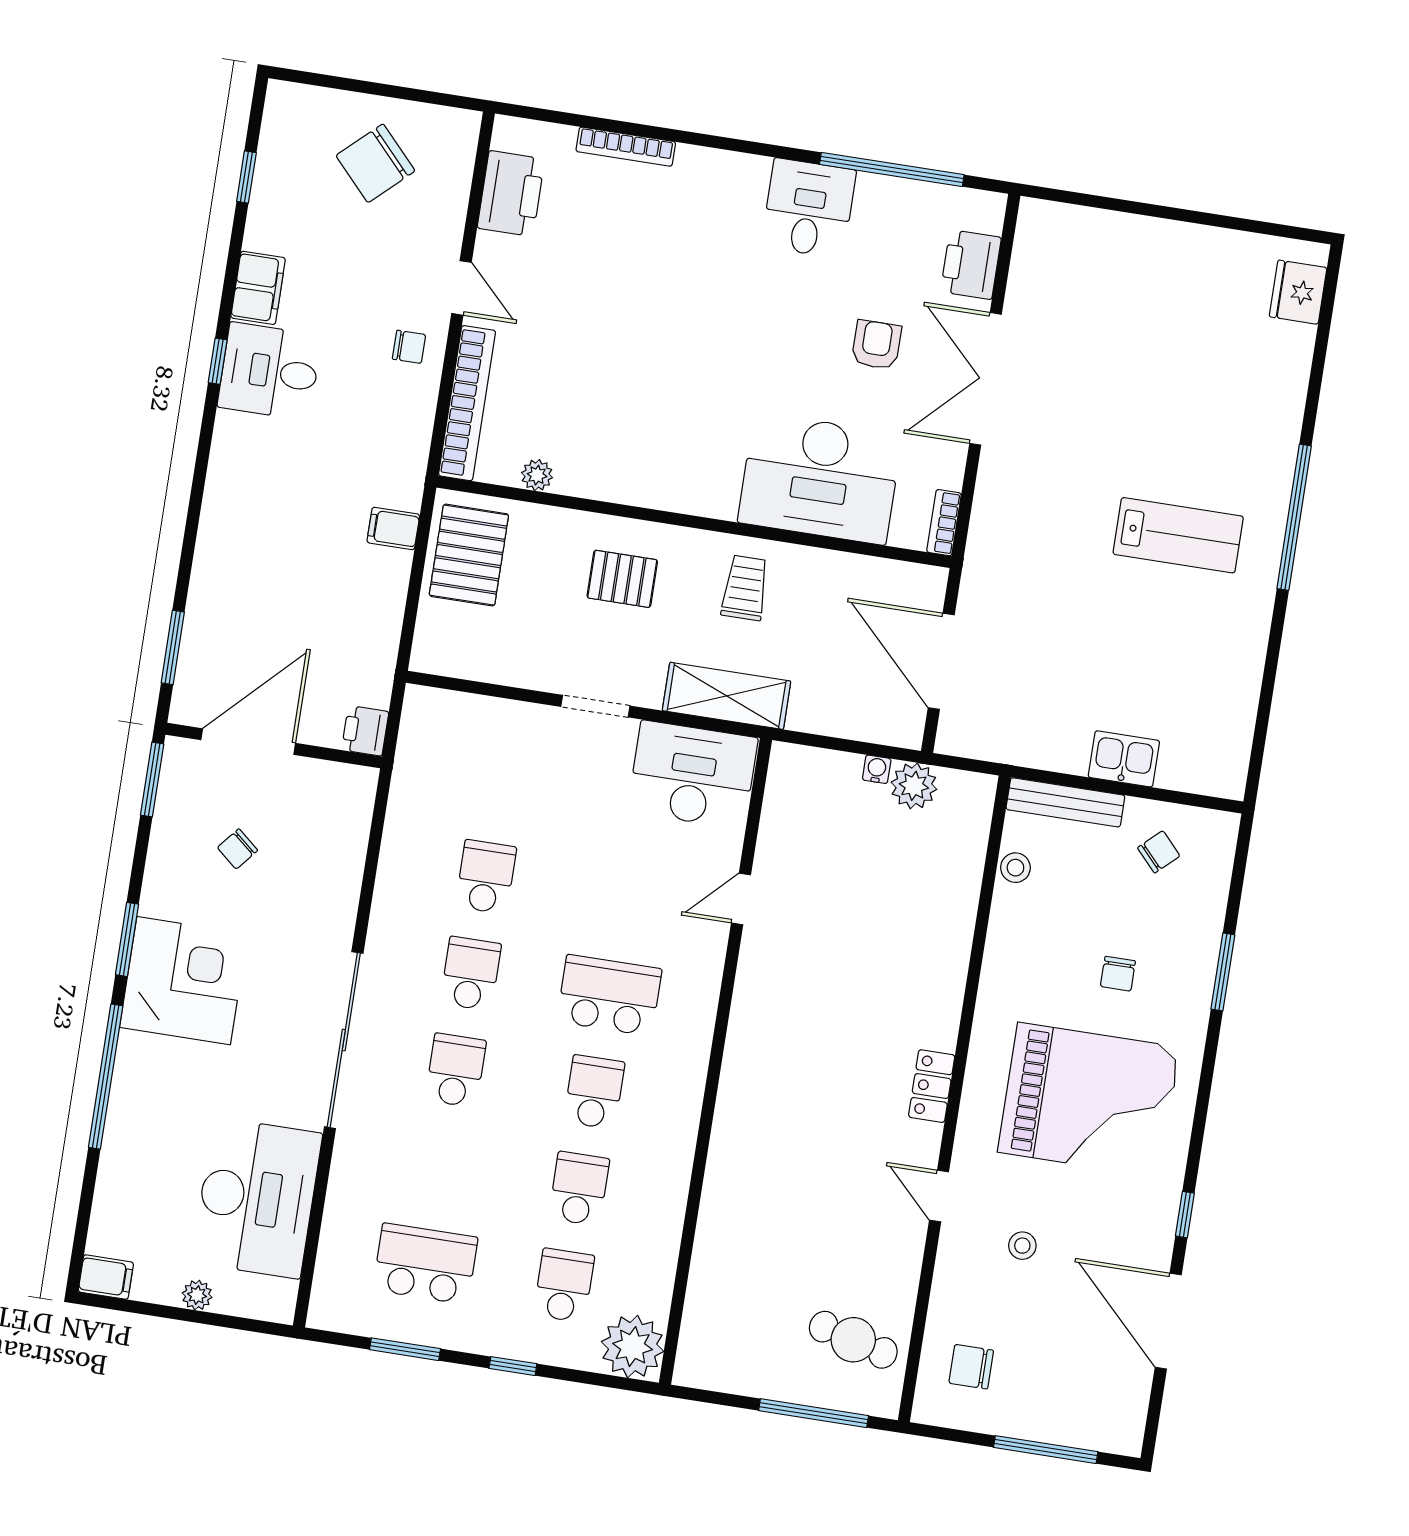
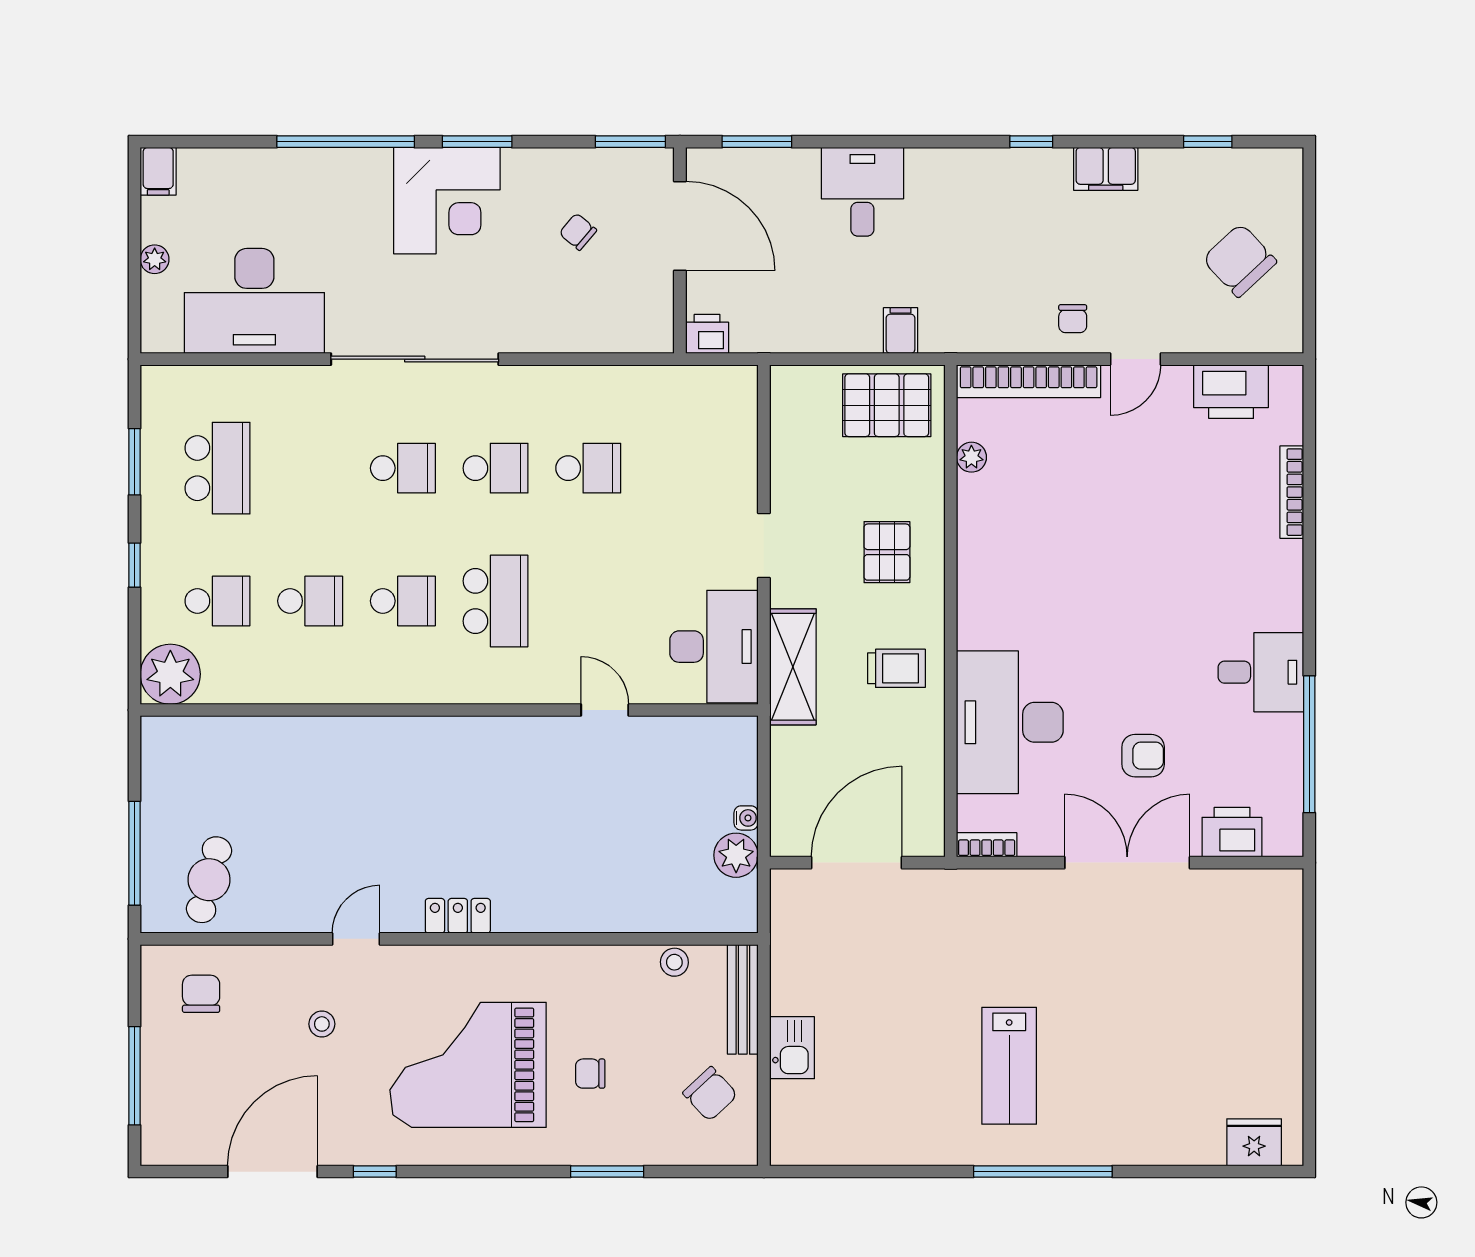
desk: (270, 371) -> (862, 192), moved
chair: (1159, 852) -> (710, 1094), width x1.37, depth x1.37
grand piano: (1089, 1100) -> (468, 1065), turned 90

